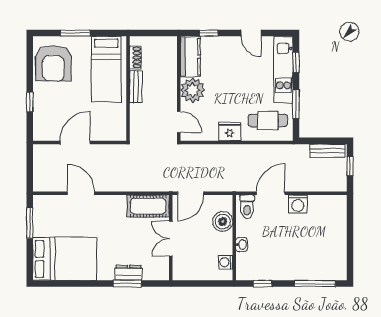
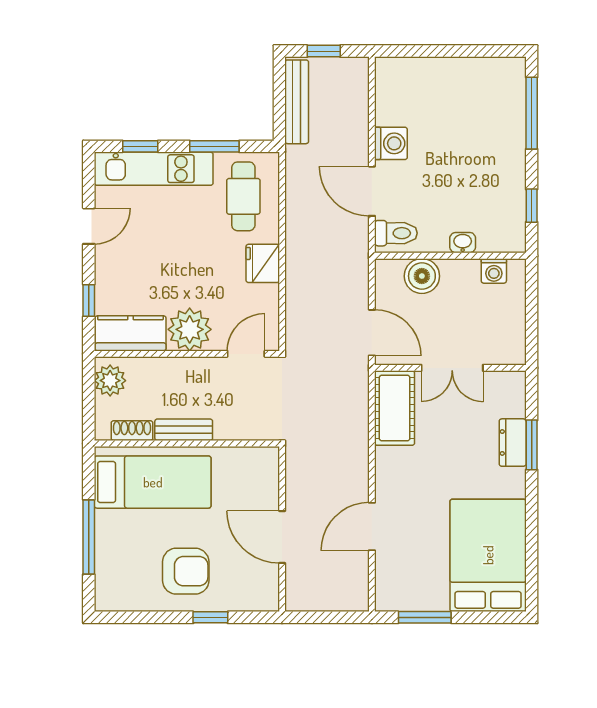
window: (75, 33) -> (89, 537), width x1.44
plant: (164, 45) -> (110, 381), added
armchair: (53, 63) -> (186, 571), moved, width x0.73, depth x0.73
bench: (328, 151) -> (297, 102), width x1.36

